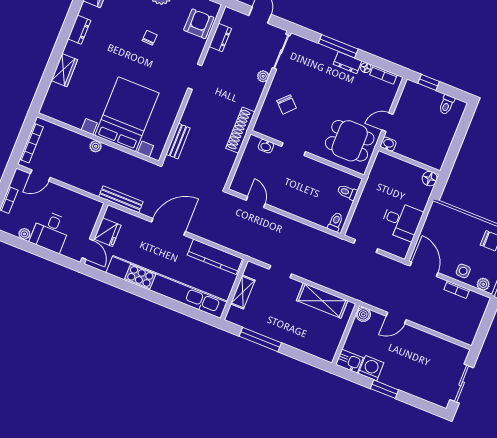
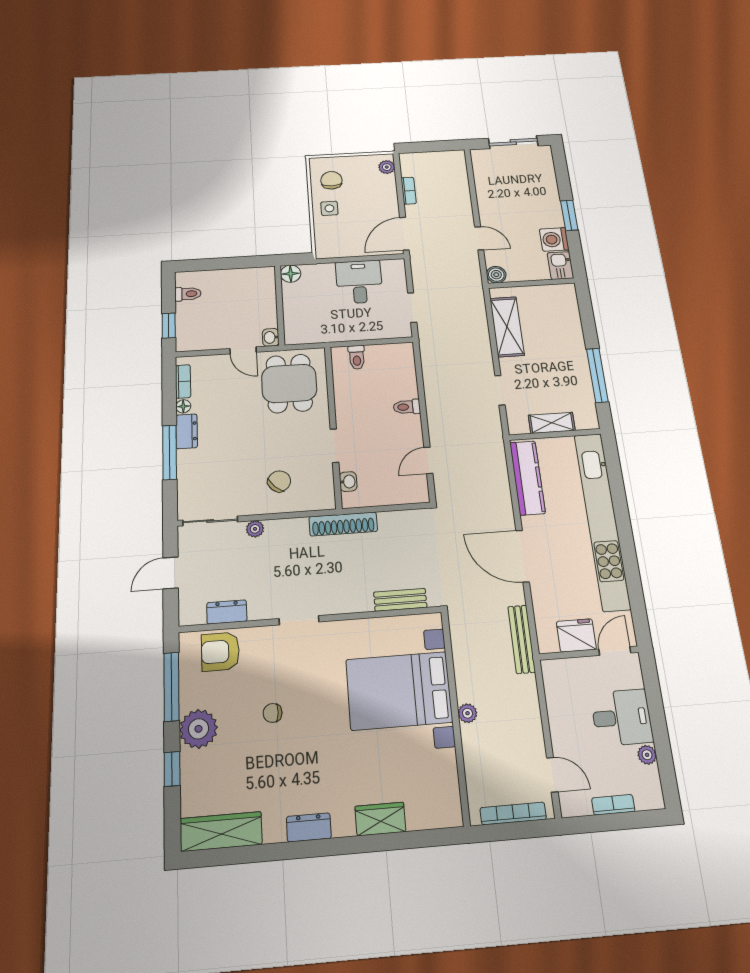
toilet: (335, 222) -> (407, 407), moved
side table: (463, 271) -> (329, 208), moved

